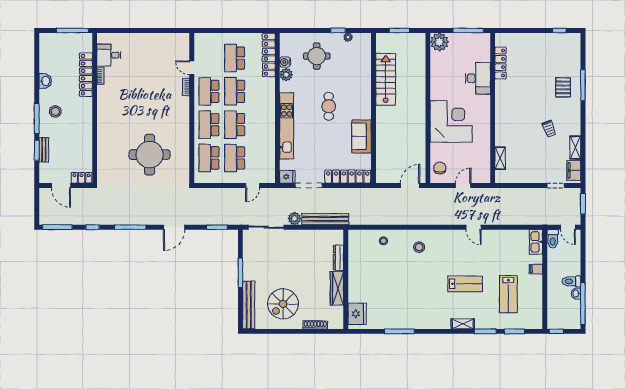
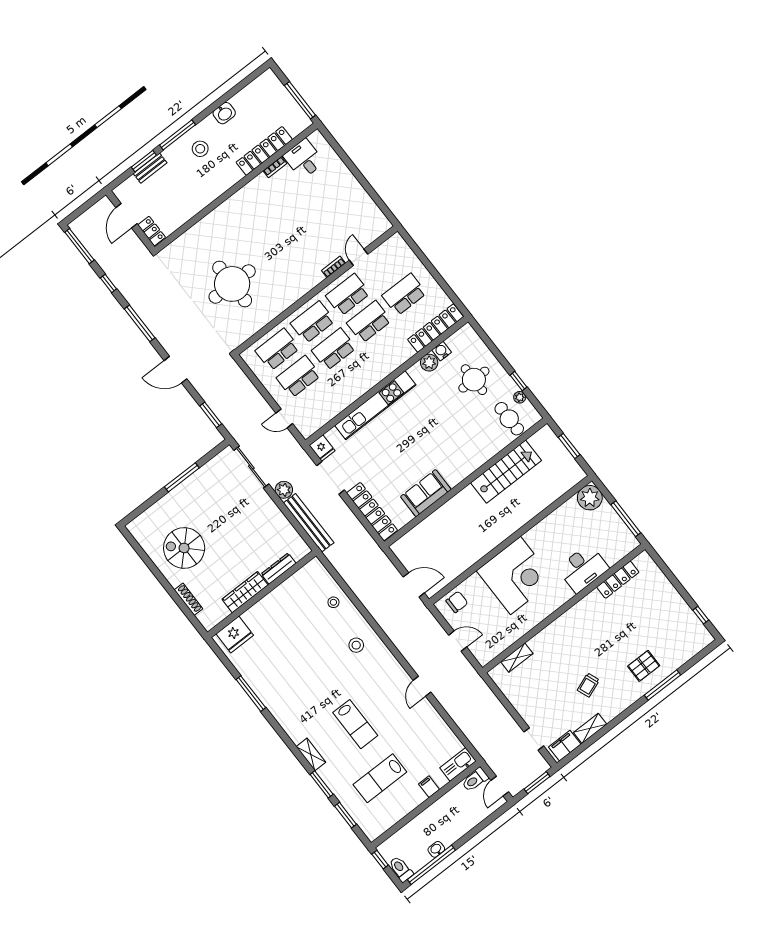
cafe table: (329, 106) -> (509, 419), moved, turned 90
toilet: (571, 281) -> (401, 869), moved
bench: (249, 305) -> (155, 513), removed

